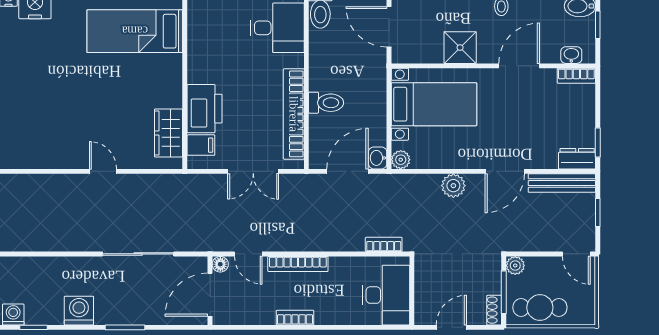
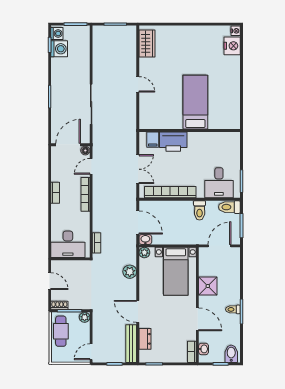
bed: (135, 31) -> (195, 102), moved
toilet: (326, 103) -> (200, 210), moved
wardrobe: (168, 133) -> (147, 43), moved, turned 90
dresser: (577, 159) -> (145, 339), moved
door: (103, 171) -> (138, 84), hinge flipped
double door: (253, 171) -> (138, 169), swing flipped
plant: (453, 186) -> (130, 272), moved
door: (210, 295) -> (68, 145), hinge flipped
washing machine: (79, 311) -> (59, 49), moved

